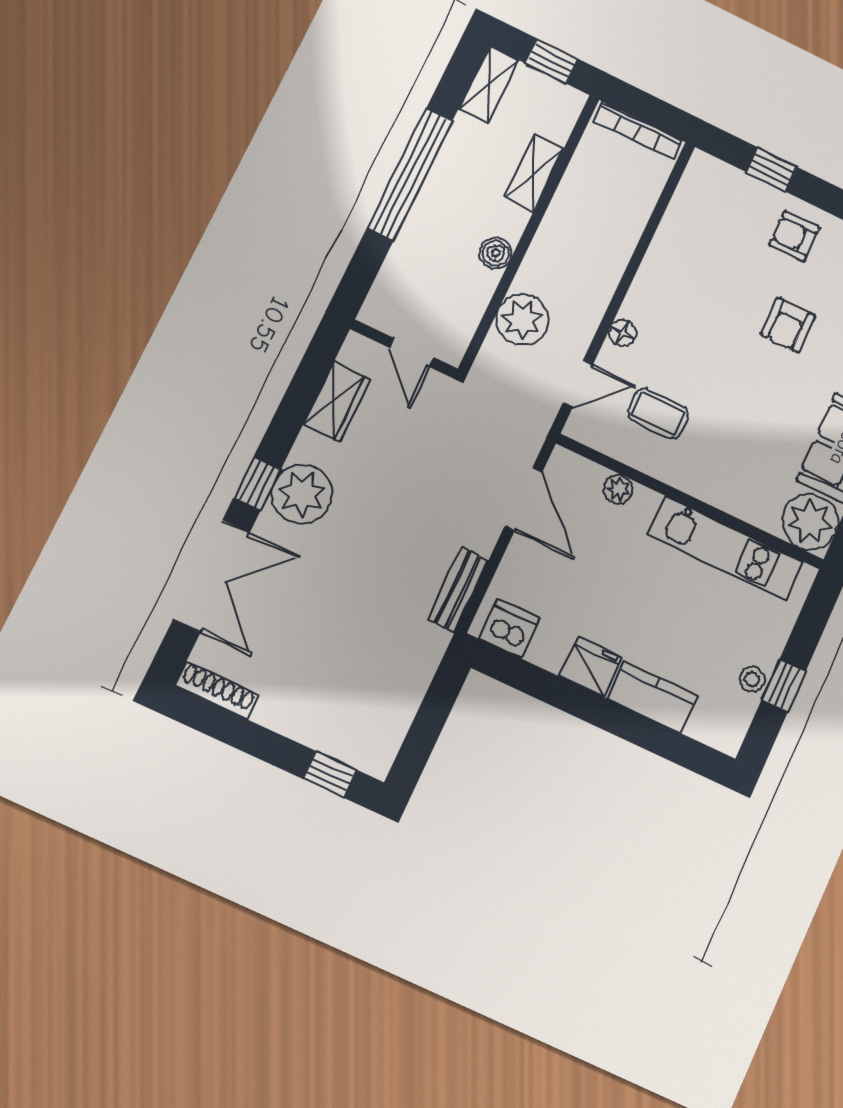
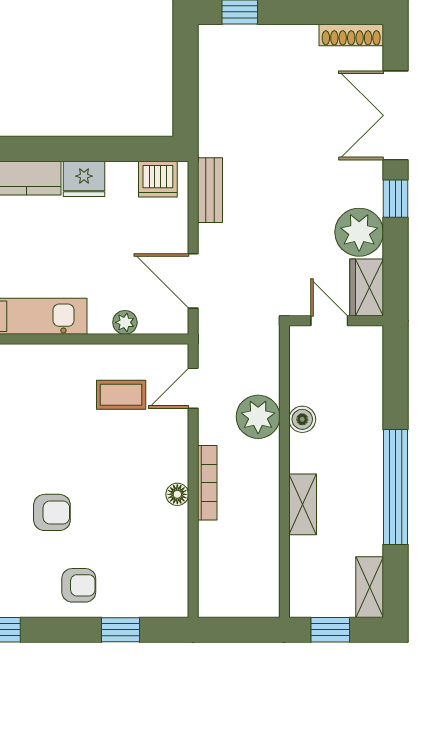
bookcase: (638, 131) -> (207, 483), moved, turned 90
shelving: (534, 173) -> (303, 504), moved
boiler: (496, 253) -> (302, 419), moved
armchair: (788, 325) -> (52, 512), turned 90
floor lamp: (622, 333) -> (177, 494), moved
wall: (404, 349) -> (336, 321), moved
door: (412, 352) -> (329, 321), moved
plant: (302, 494) -> (359, 232), moved

